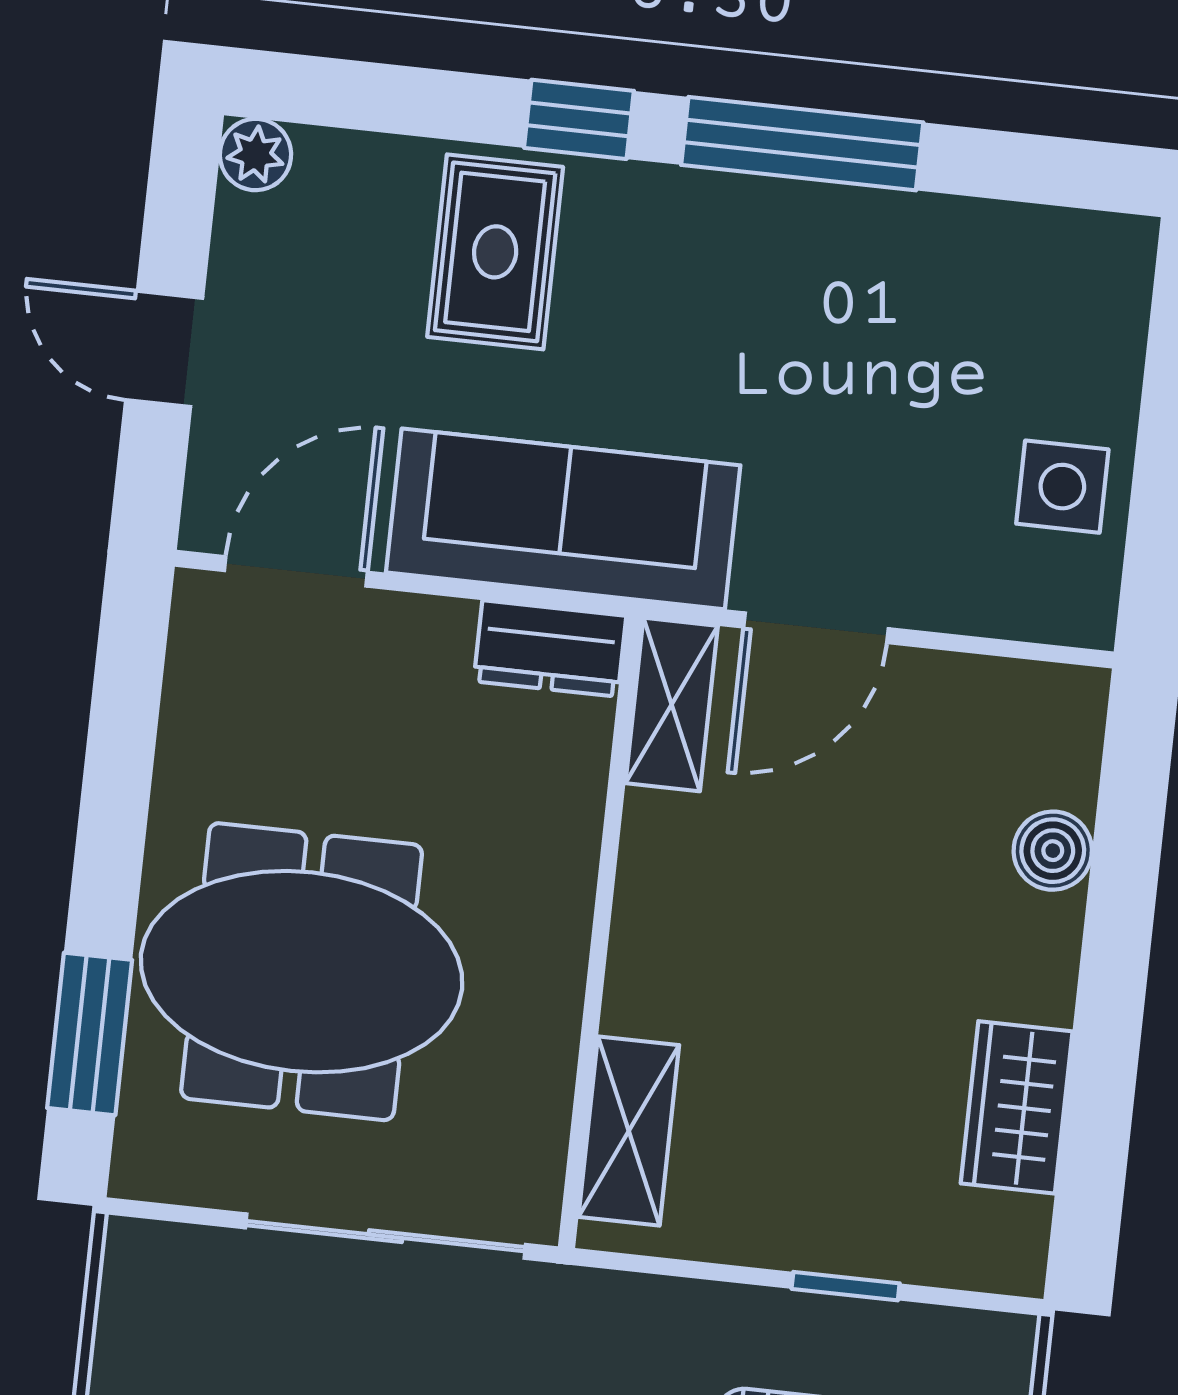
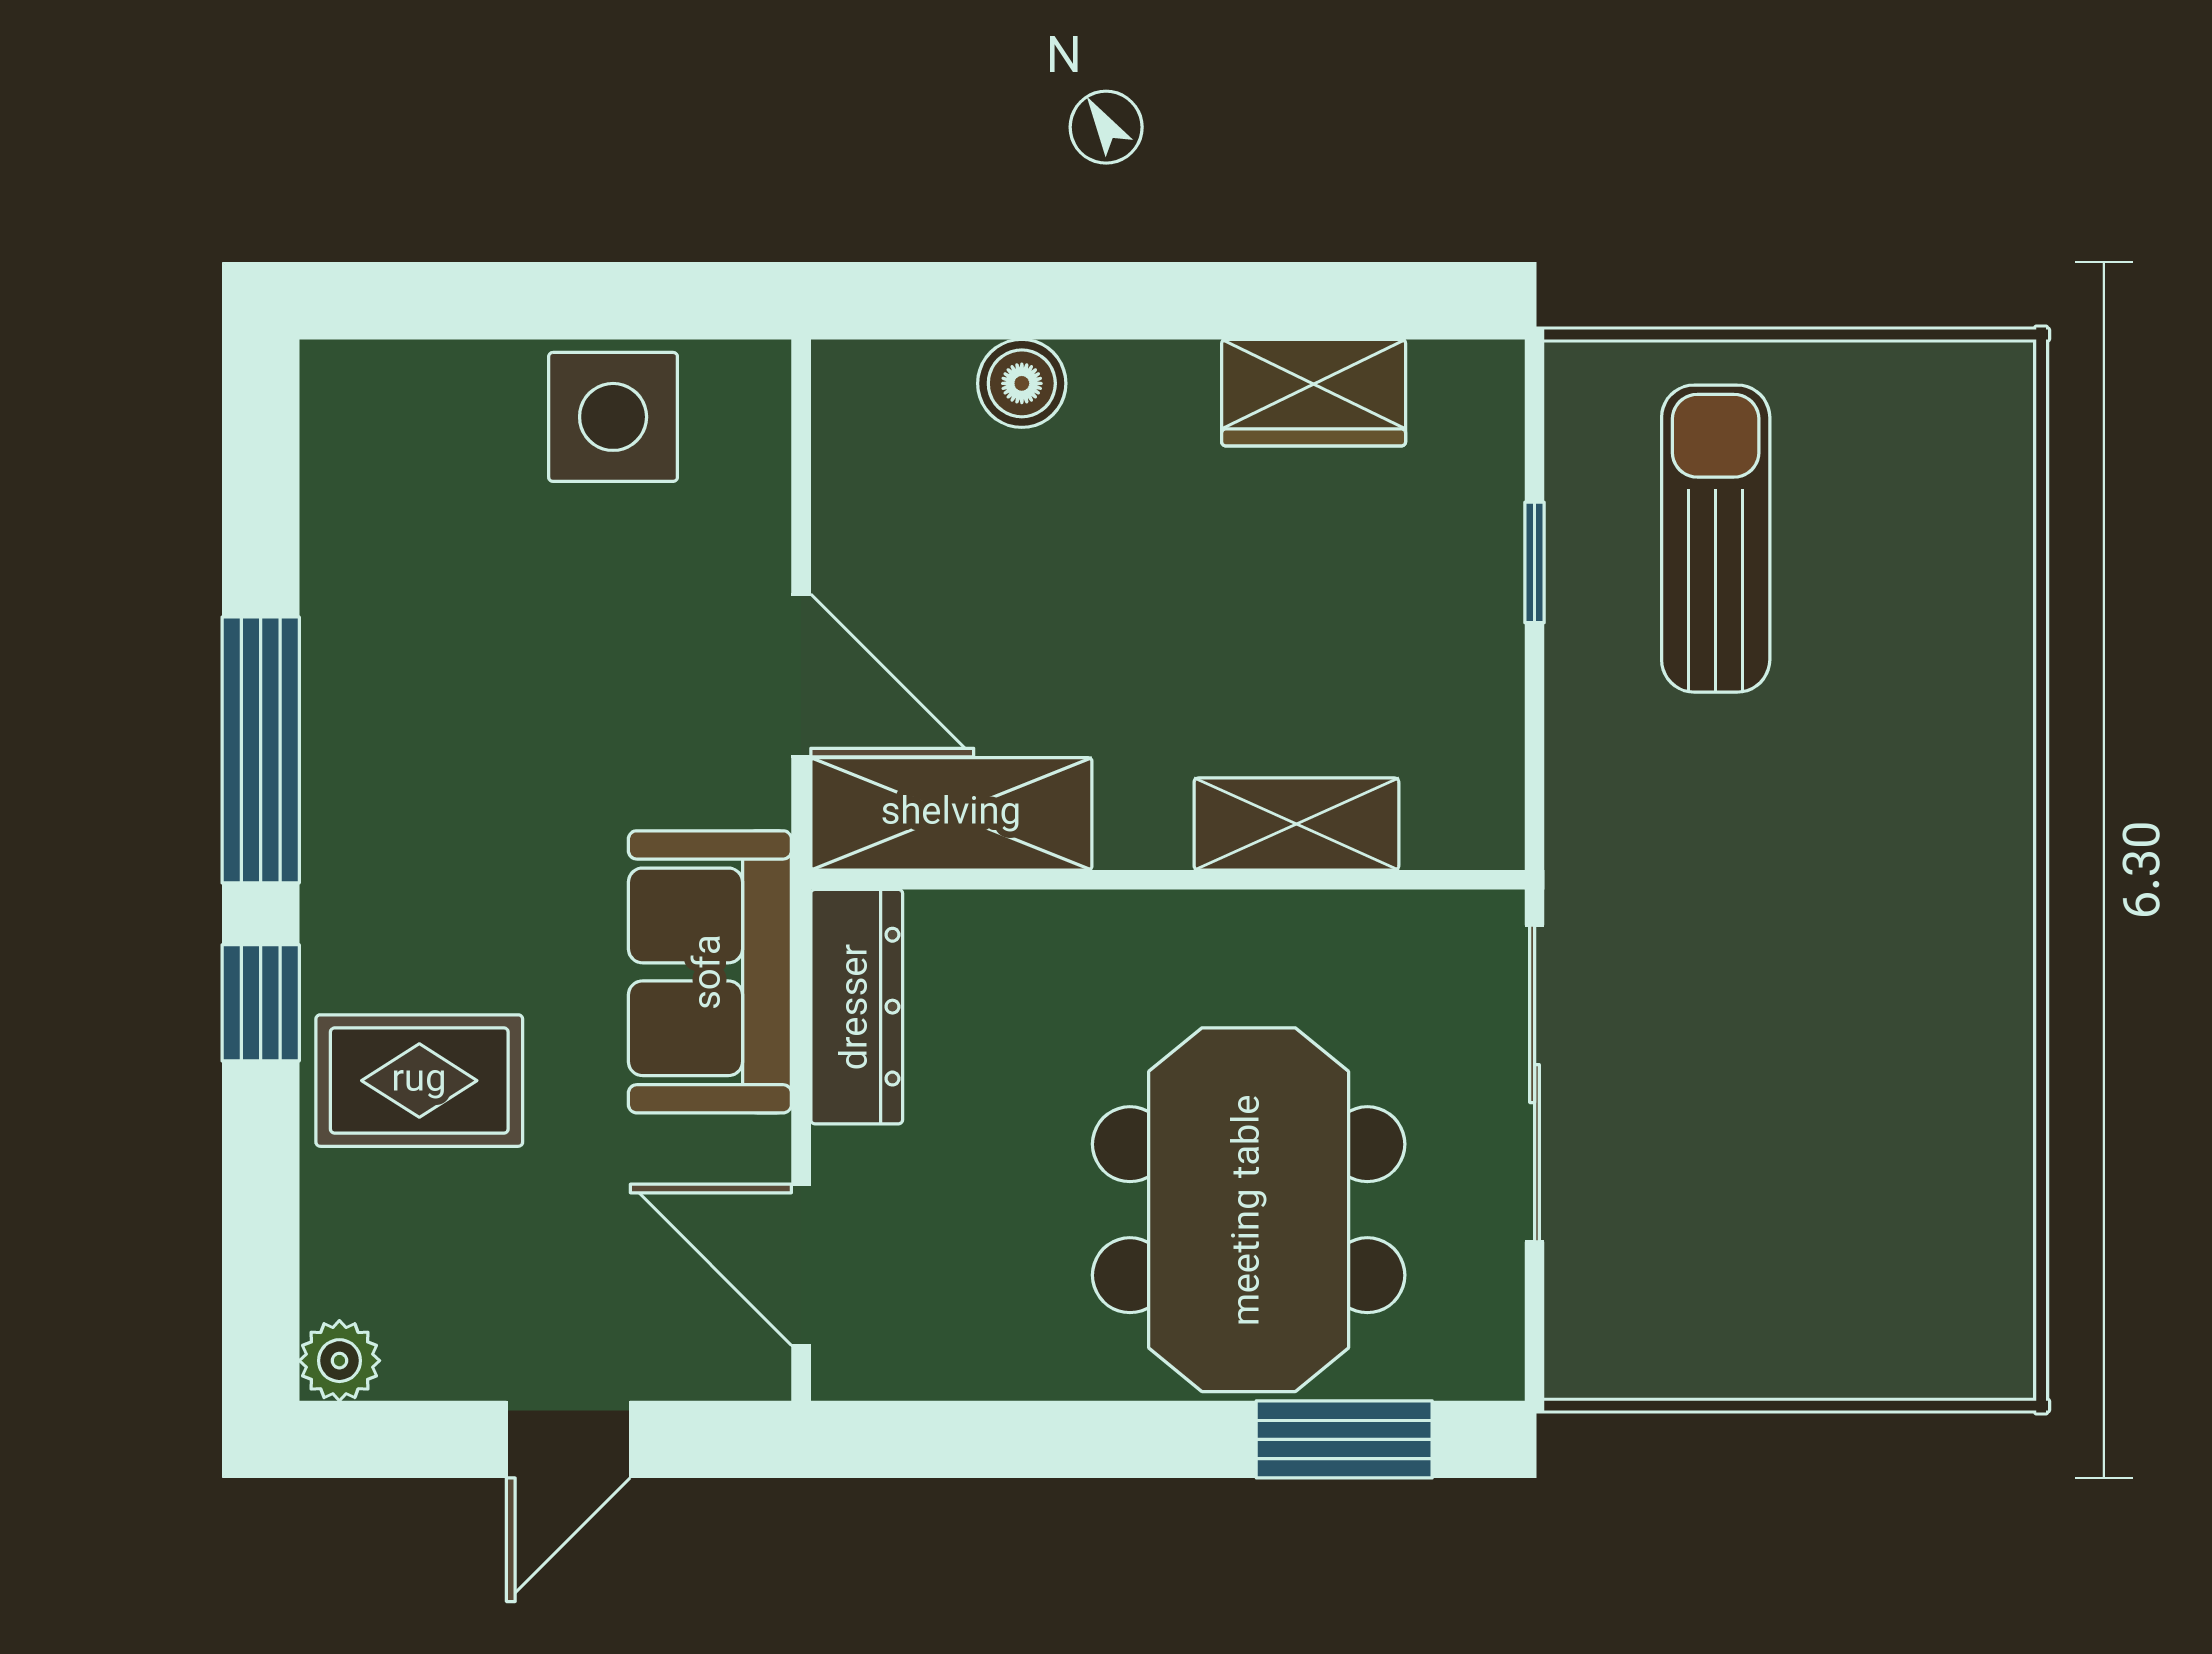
side table: (1062, 487) -> (613, 417), width x1.37, depth x1.37
sofa: (563, 519) -> (710, 972), width x0.73
dresser: (550, 649) -> (857, 1007), width x1.44
shelving: (672, 704) -> (951, 814), width x1.50, depth x1.33
shelving: (629, 1131) -> (1296, 824), moved

